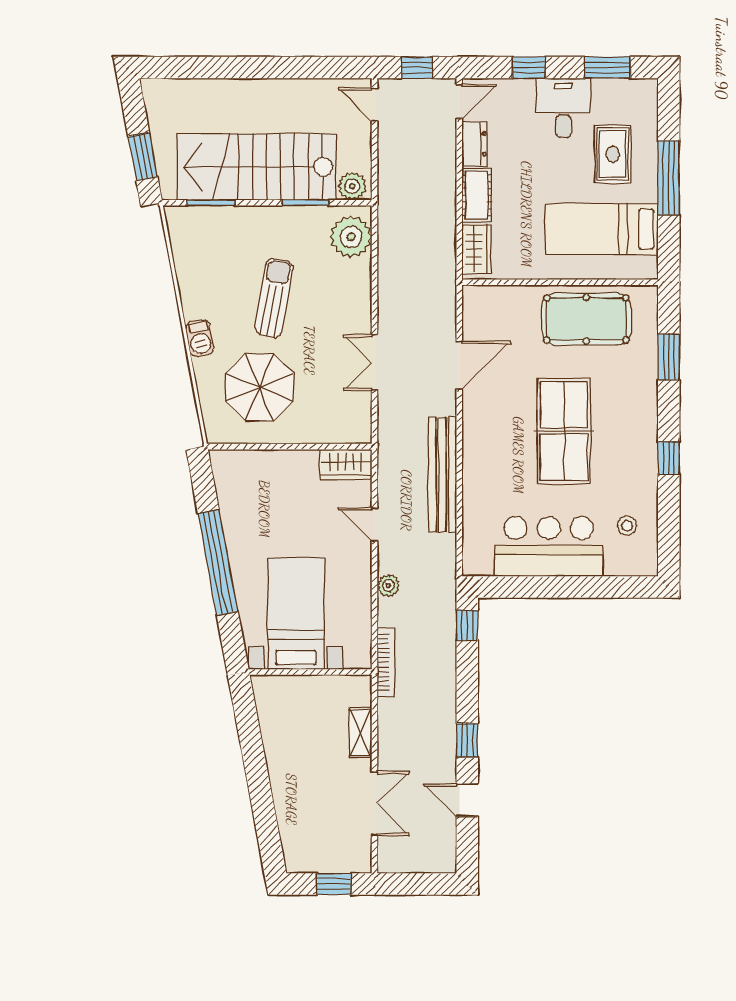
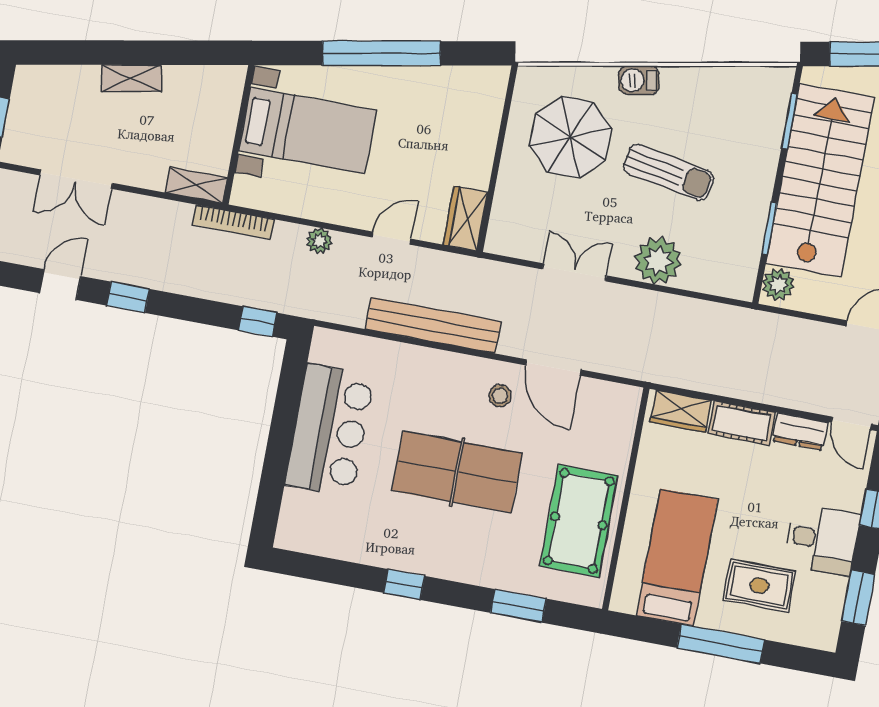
plant: (351, 237) -> (658, 261), moved
stool: (627, 526) -> (500, 396), moved
shelving: (360, 733) -> (196, 185), moved
shelving: (279, 772) -> (131, 78), added

